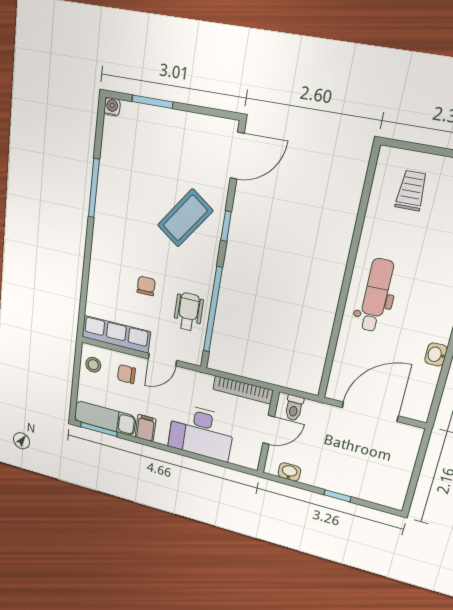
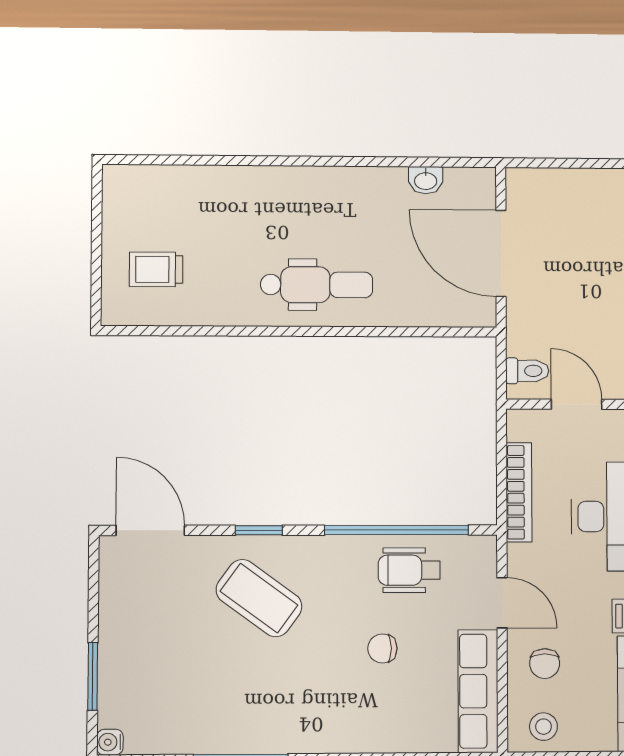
dental chair: (376, 295) -> (317, 285), turned 180
washbasin: (436, 355) -> (426, 180), moved
bookcase: (243, 390) -> (519, 492), moved

